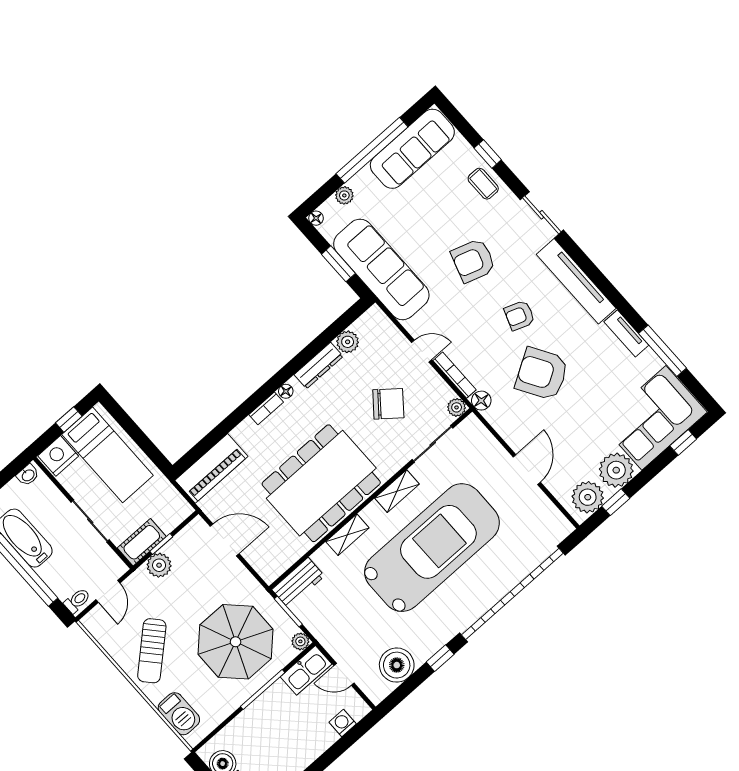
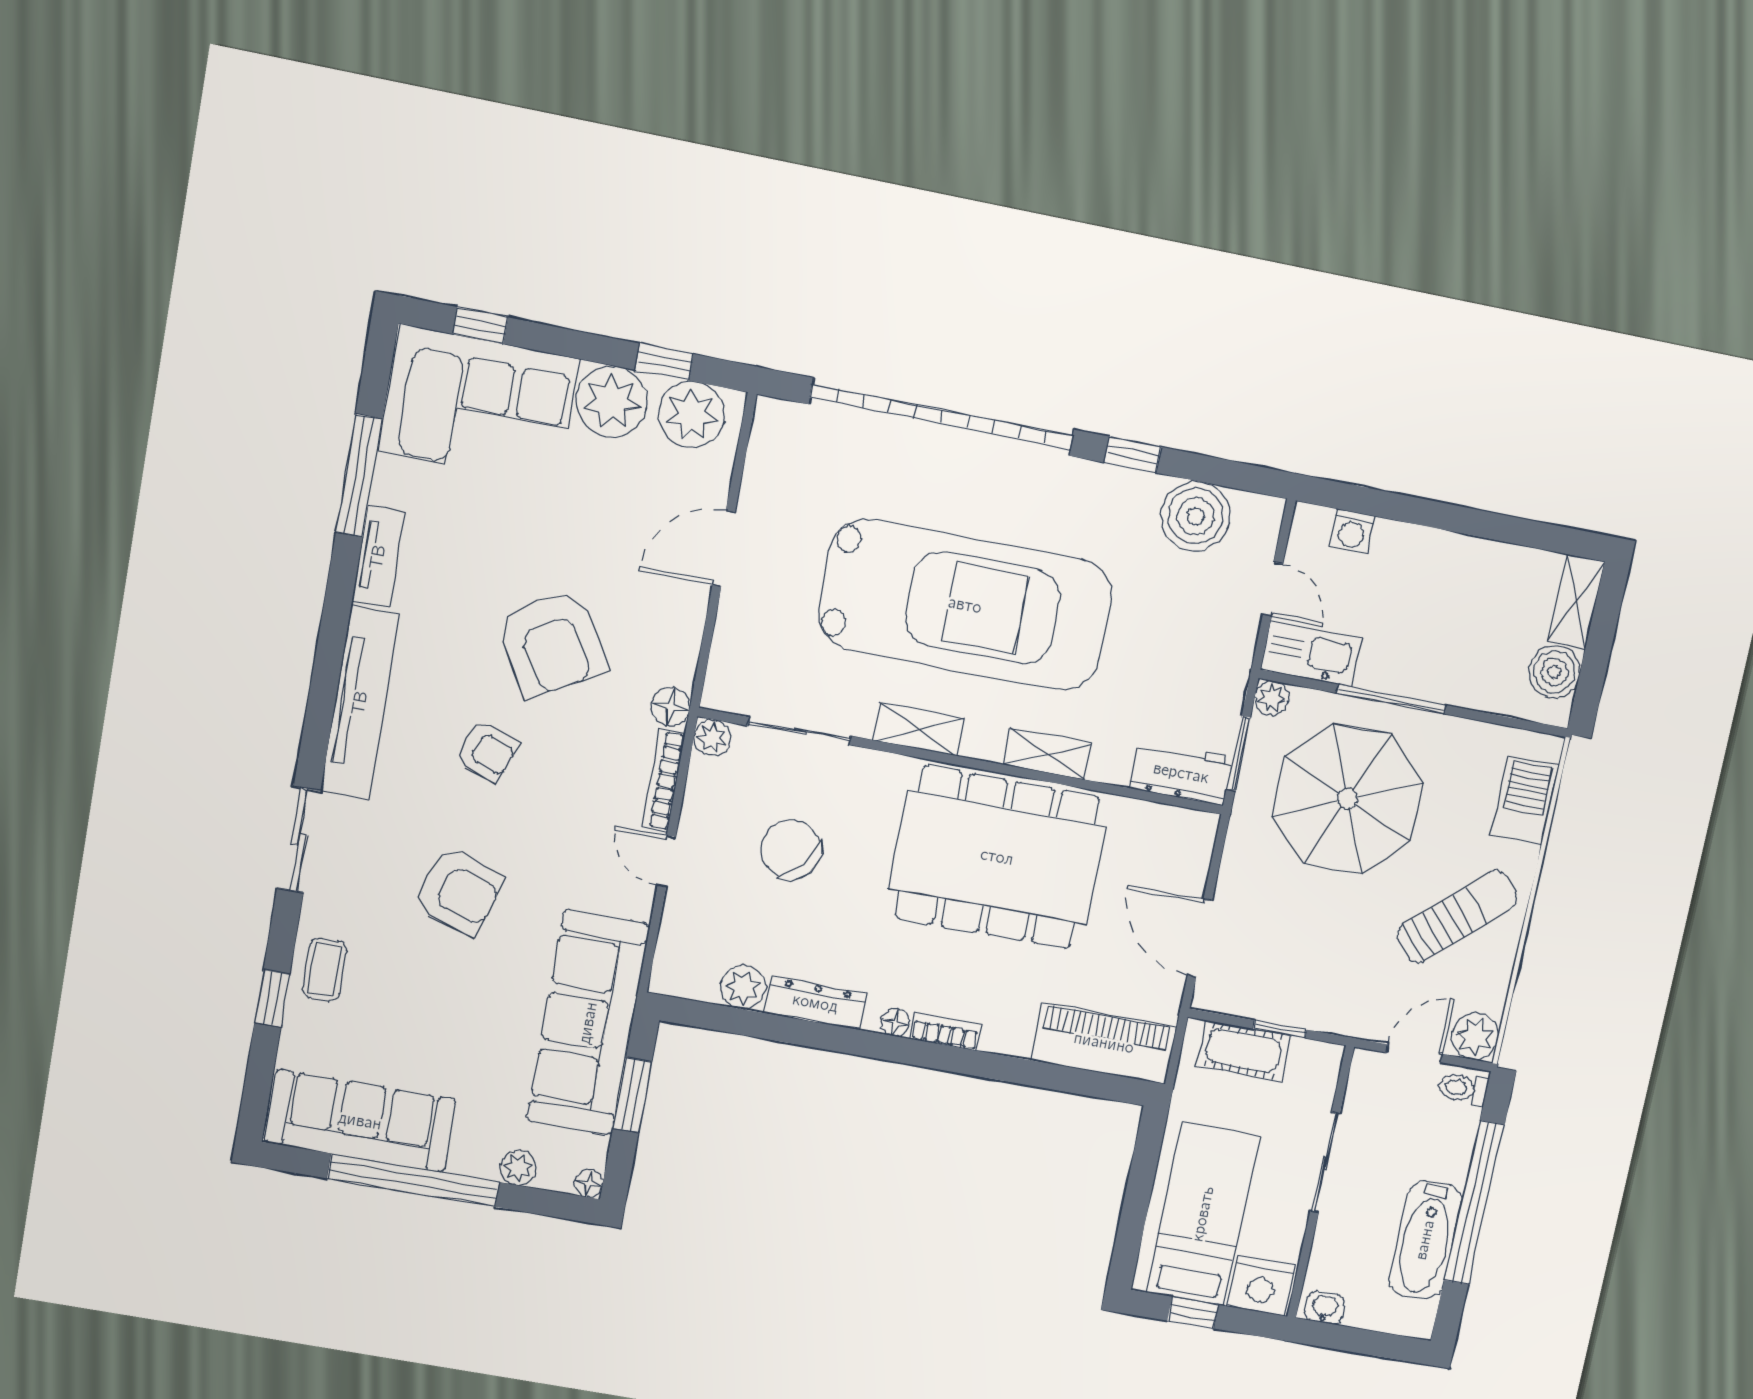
cot: (142, 542) -> (1243, 1051), moved
car: (432, 548) -> (965, 605), turned 180
plant: (159, 565) -> (1475, 1036), moved

